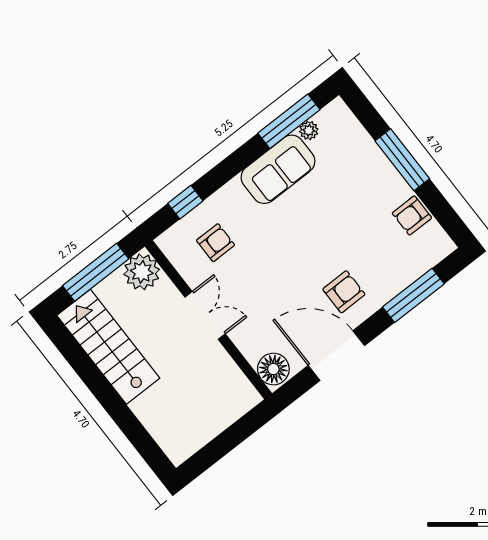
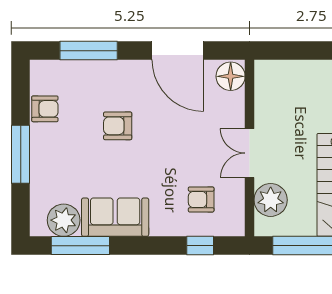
plant: (309, 130) -> (64, 220), width x1.88, depth x1.88
plant: (142, 272) -> (271, 200), moved
armchair: (344, 292) -> (118, 126), moved

